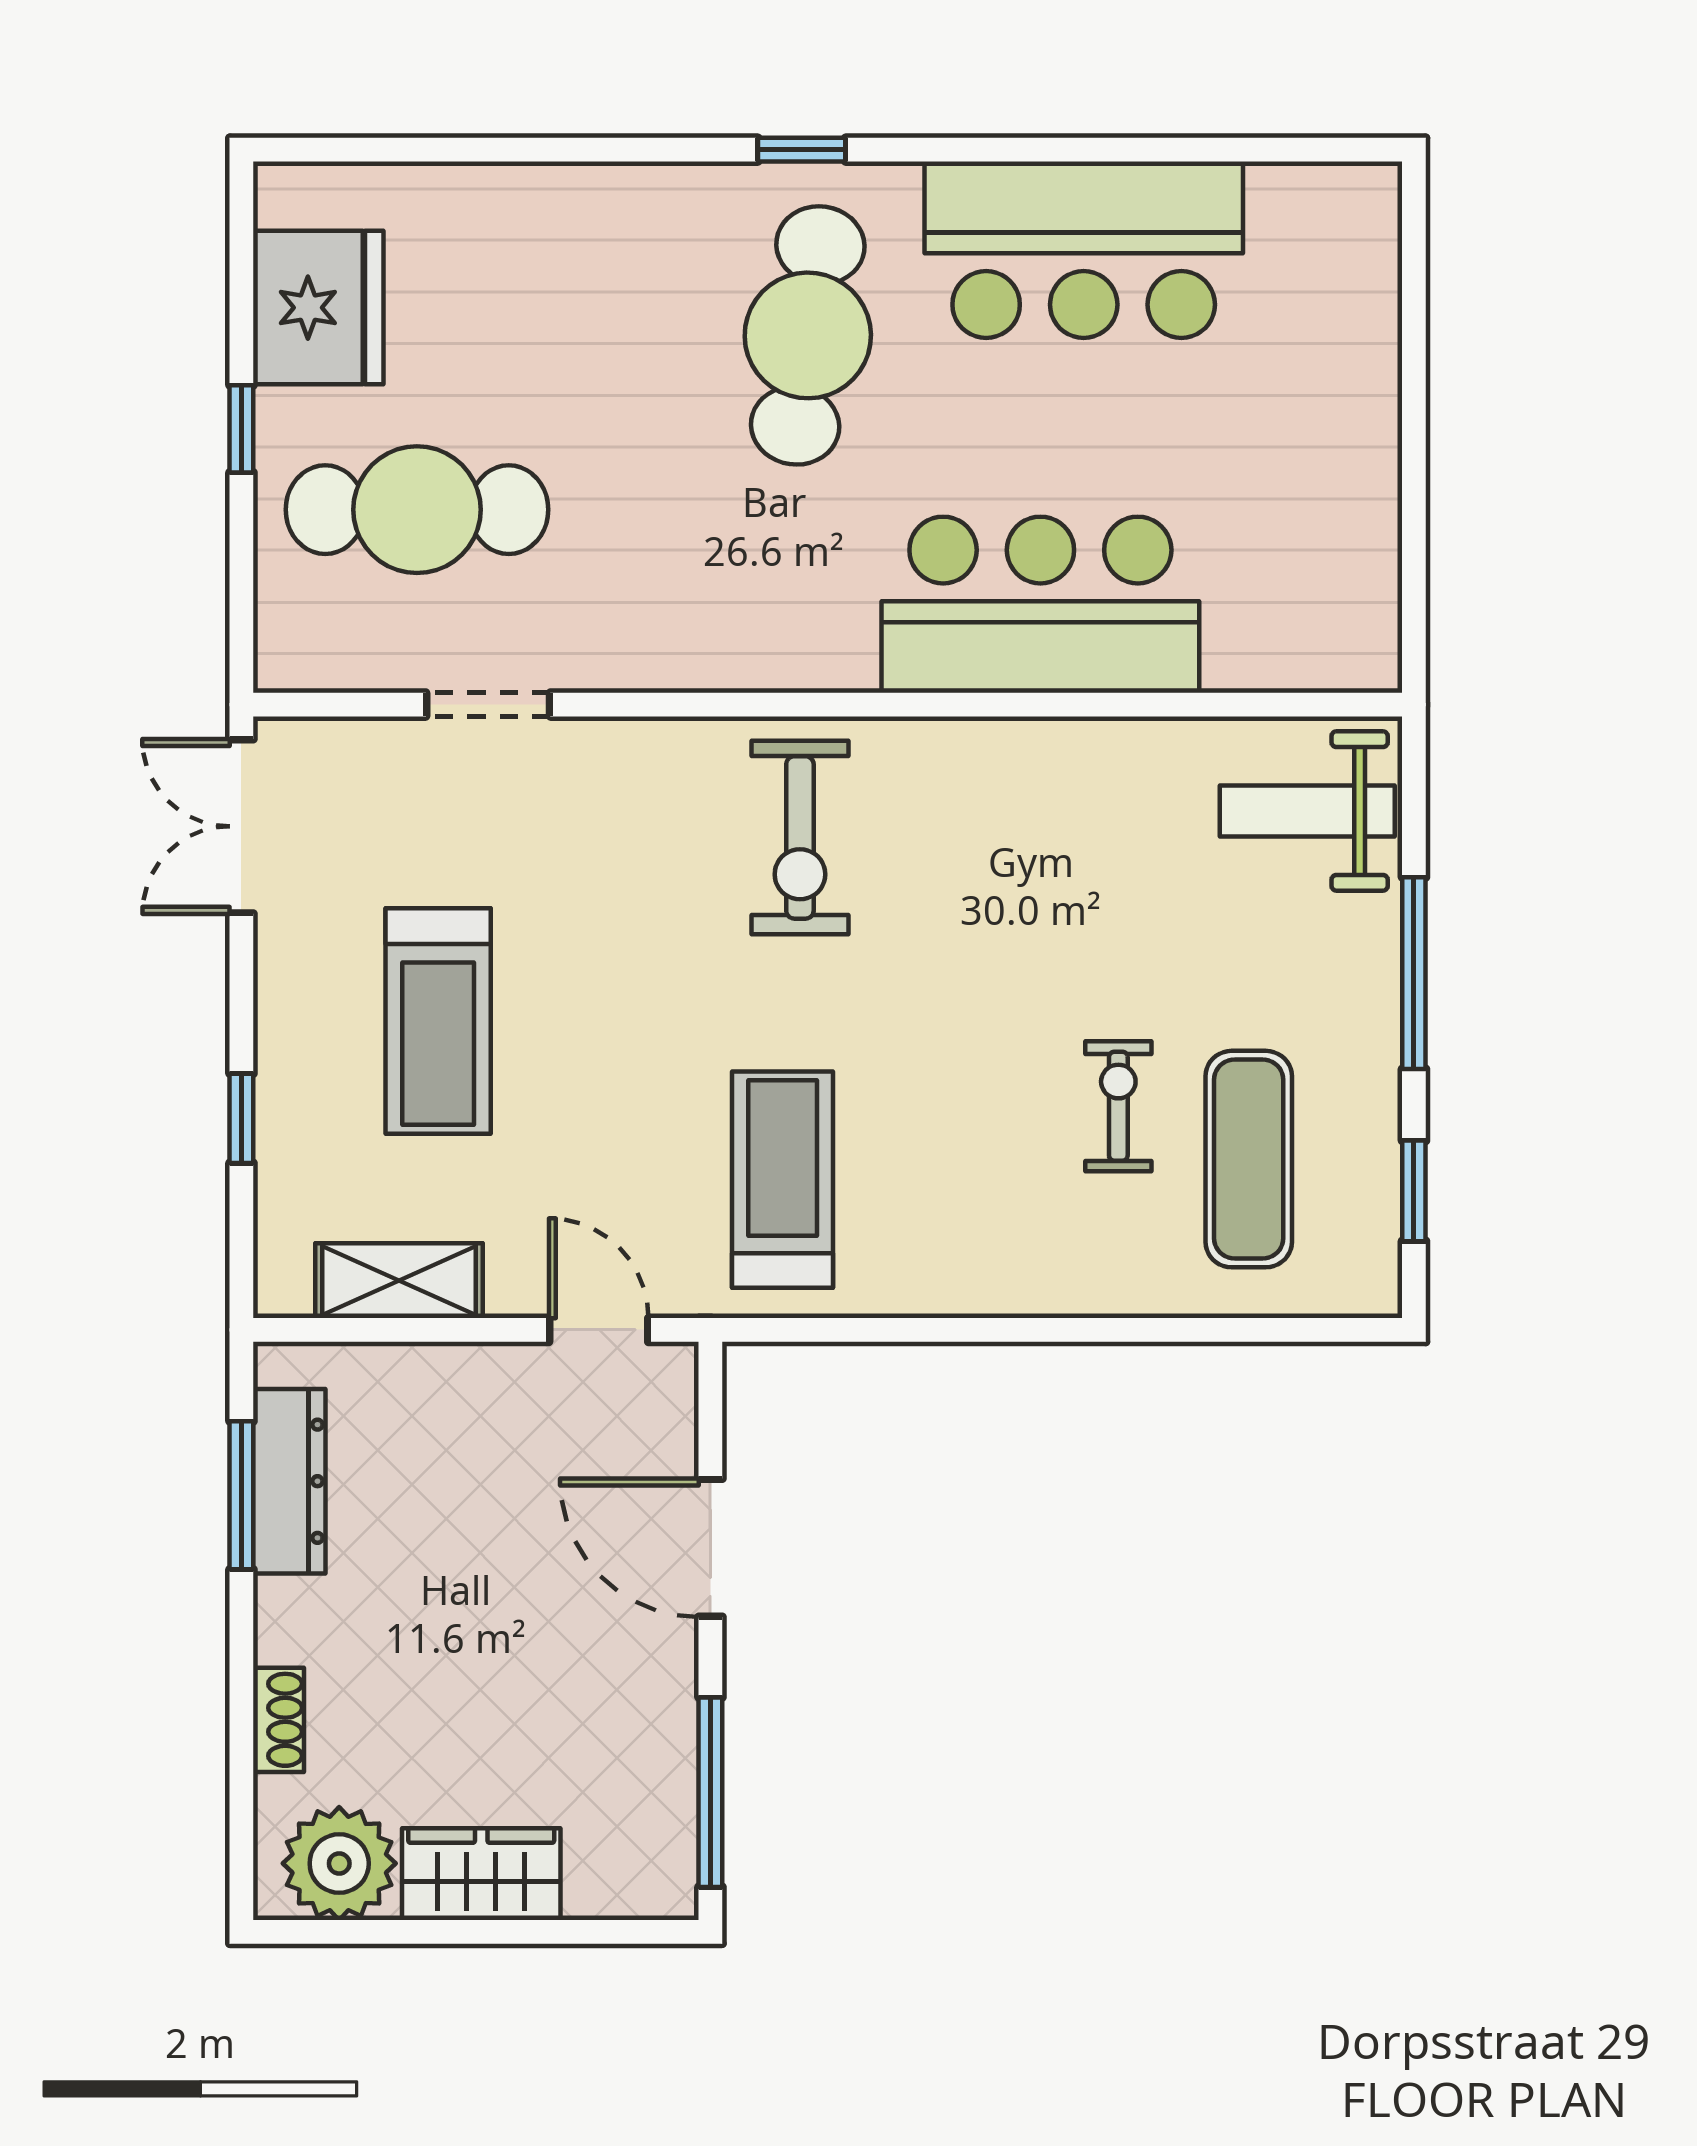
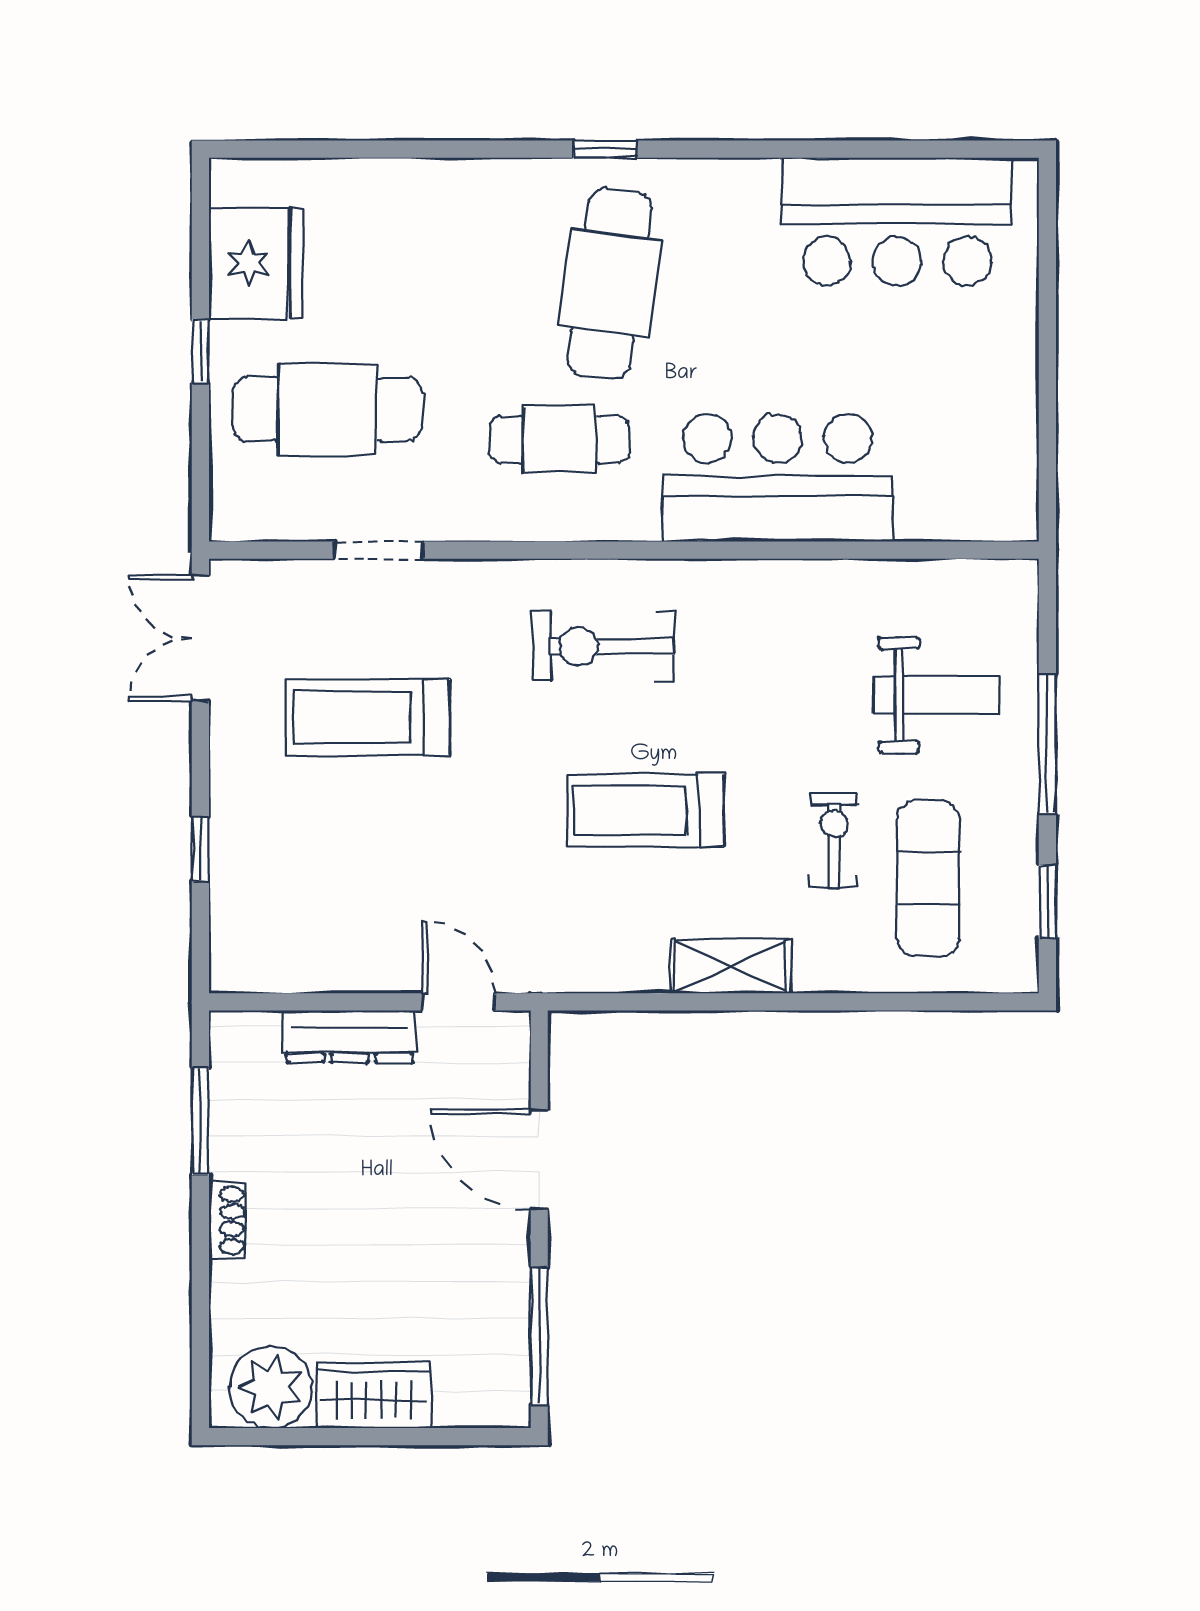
bar counter: (1084, 250) -> (897, 222), moved
cafe table: (738, 551) -> (559, 439), added
weight bench: (1307, 811) -> (937, 695), moved, turned 180
exercise bike: (800, 837) -> (604, 646), turned 90
treadmill: (438, 1021) -> (368, 717), moved, turned 90
treadmill: (783, 1180) -> (645, 810), moved, turned -90
shelving: (399, 1281) -> (730, 966), moved
dresser: (289, 1481) -> (350, 1036), moved, turned 90
shoe rack: (279, 1720) -> (227, 1220), moved

